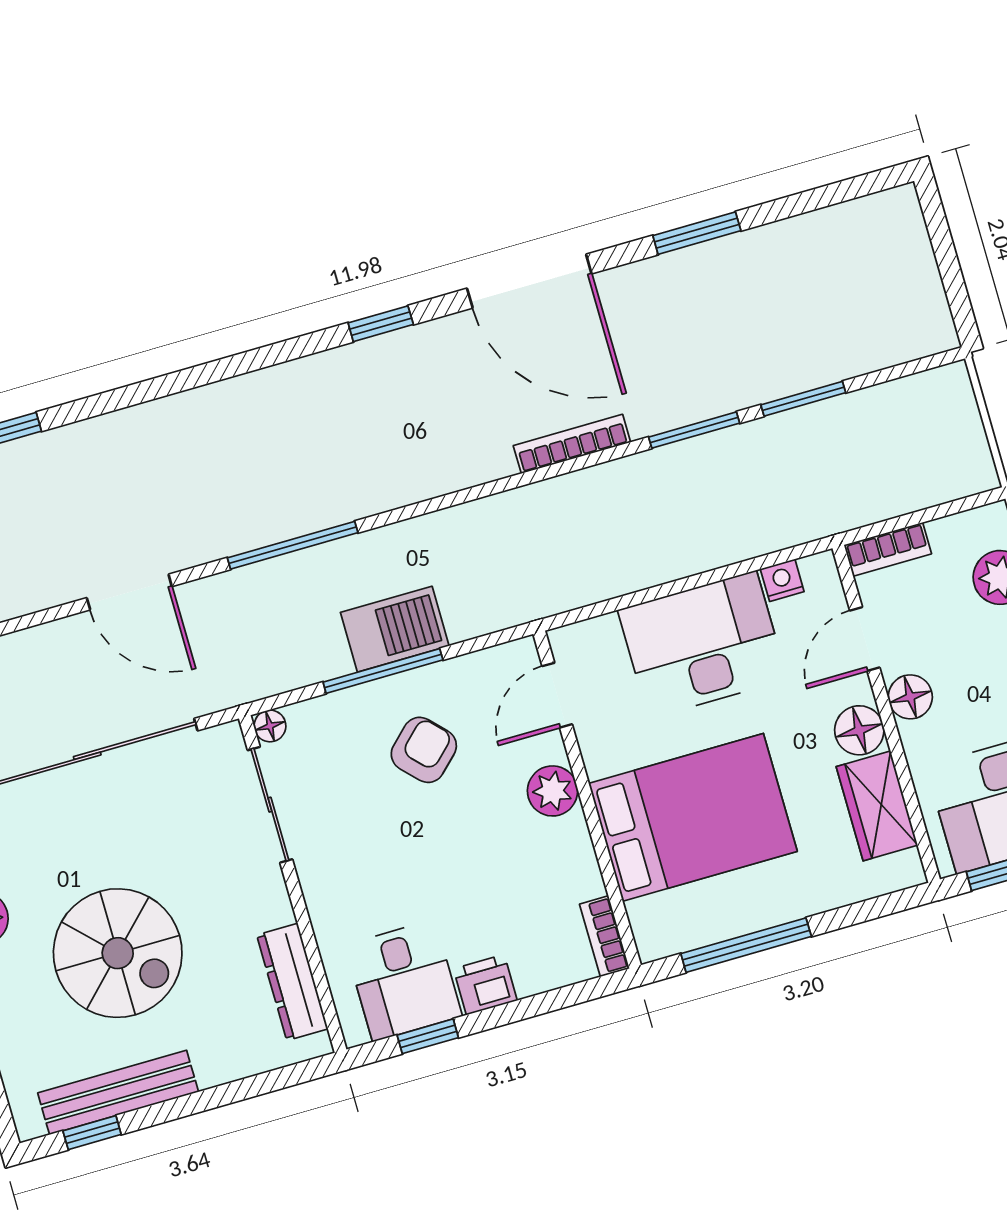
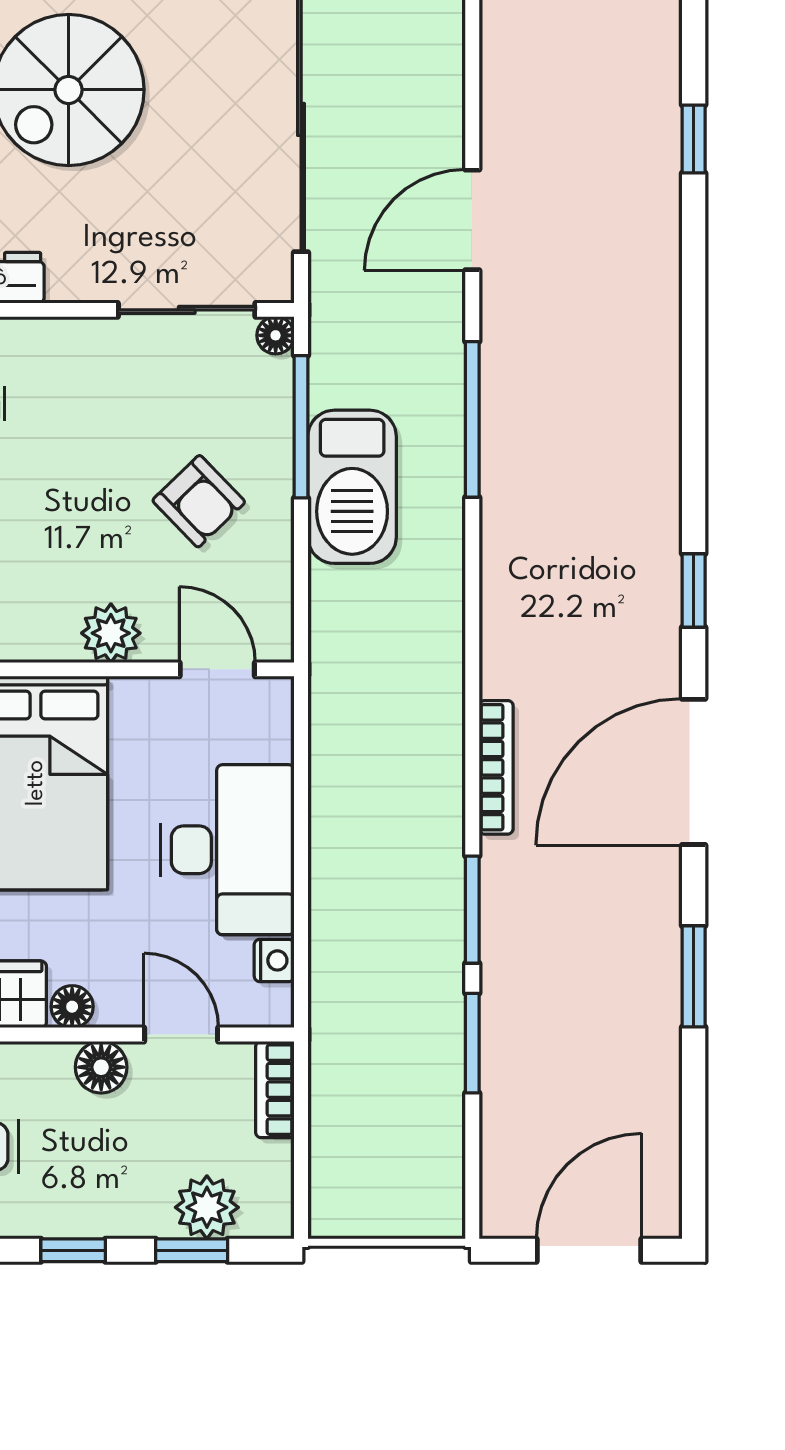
door: (946, 254) -> (589, 1250), added
barbecue: (395, 629) -> (352, 487), width x1.37, depth x1.21
window: (383, 671) -> (301, 427), moved
floor lamp: (859, 730) -> (72, 1007), width x0.73, depth x0.73

